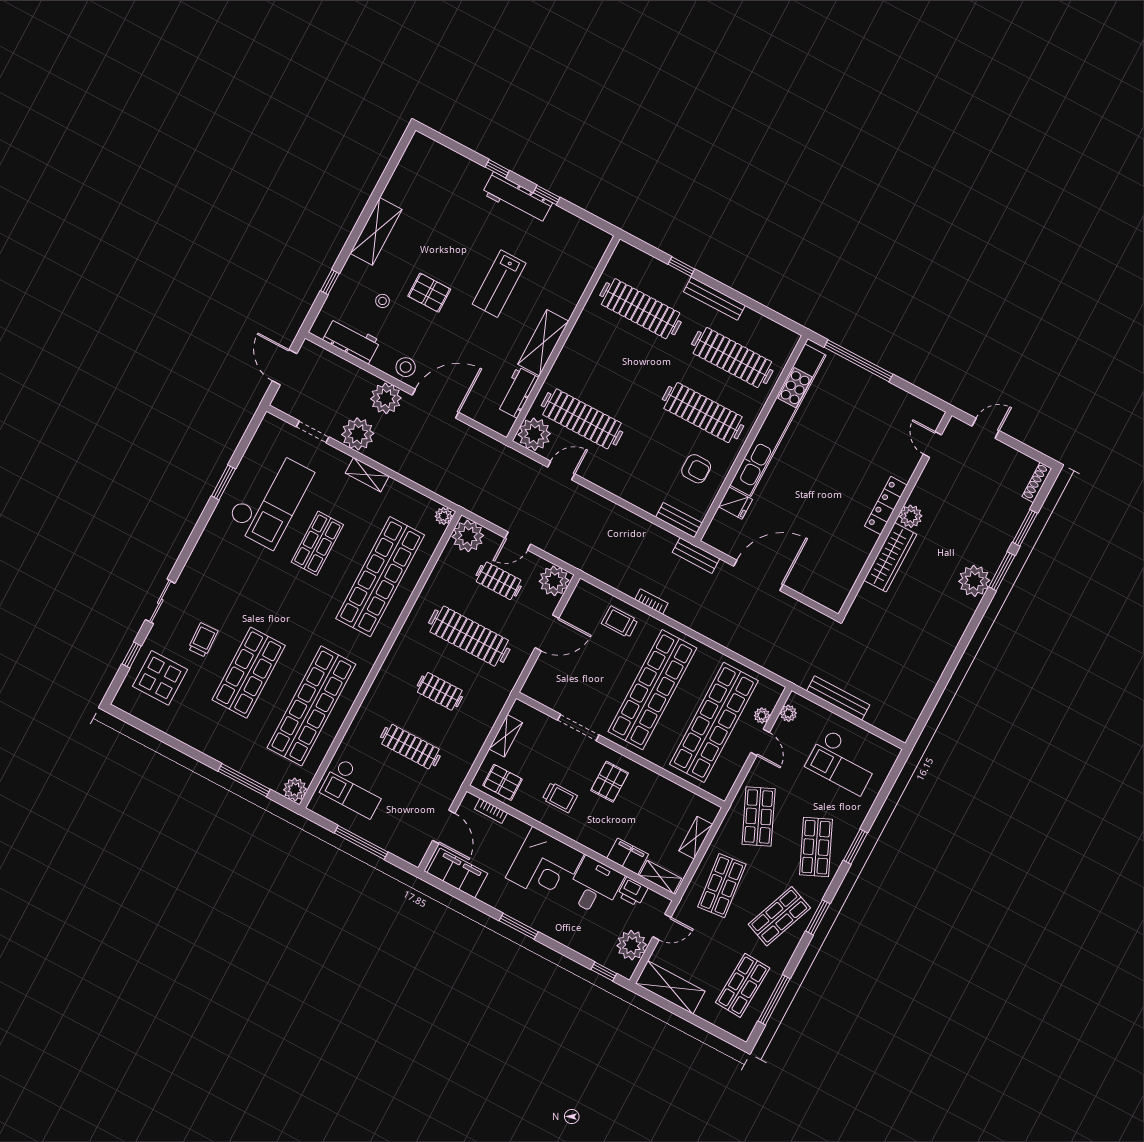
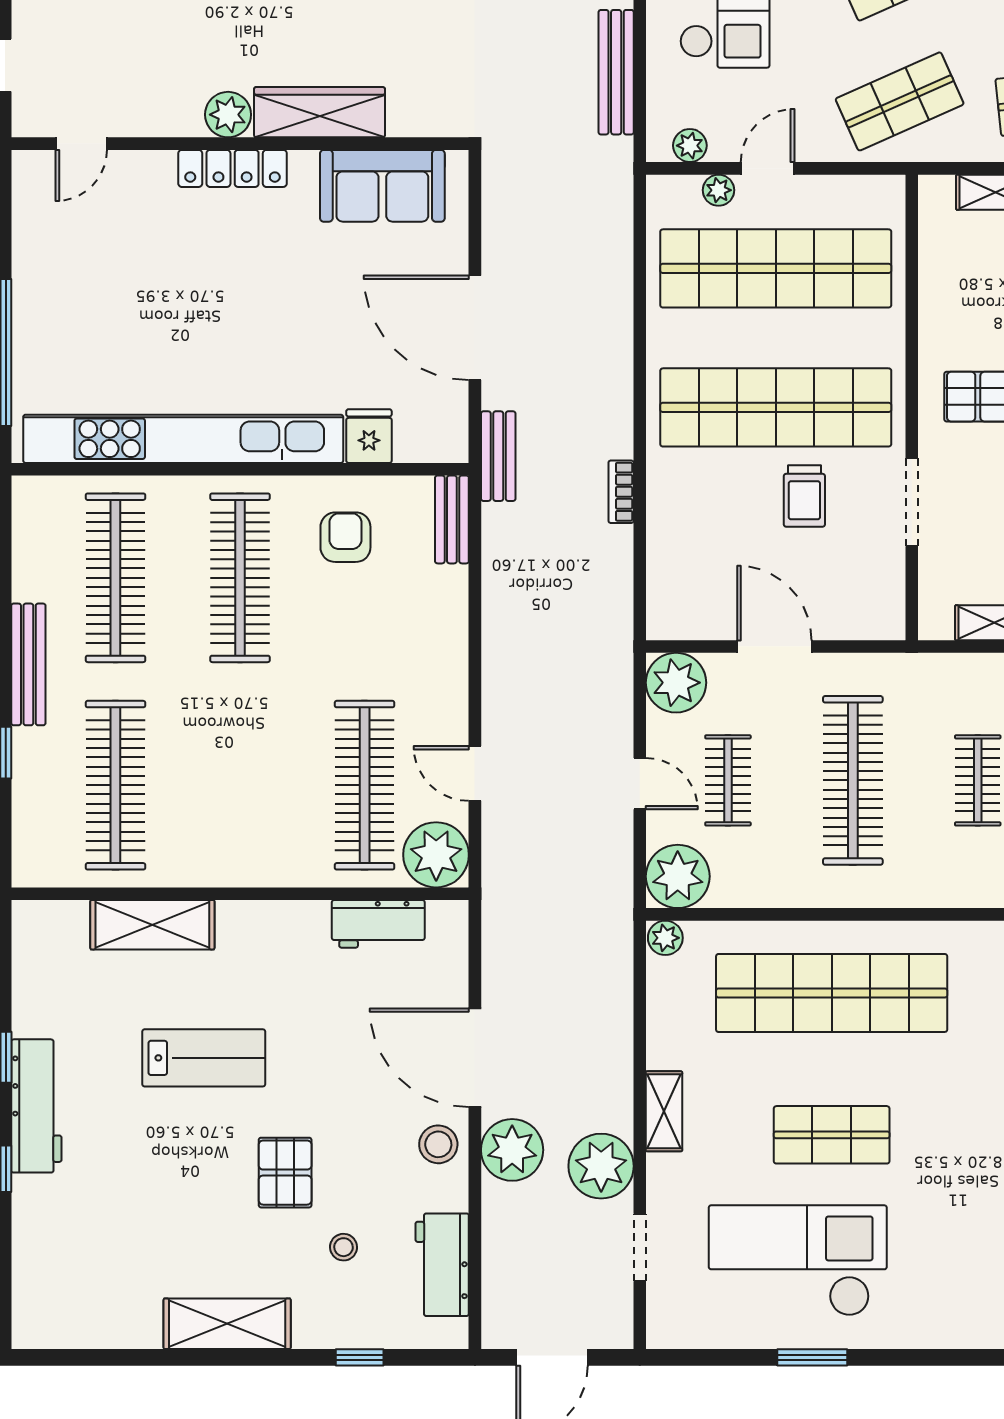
shelving: (543, 343) -> (152, 925), moved
sofa: (843, 568) -> (382, 186), added
trolley: (620, 622) -> (804, 496), moved

